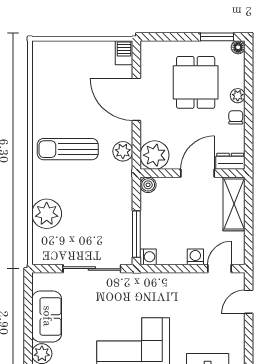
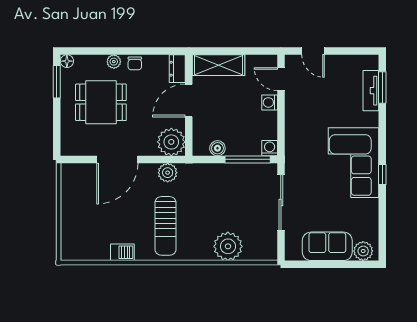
barbecue: (124, 53) -> (122, 252), moved, turned 180
chair: (236, 117) -> (135, 63), turned -90
door: (198, 173) -> (189, 100), hinge flipped
boiler: (148, 185) -> (217, 148), moved

